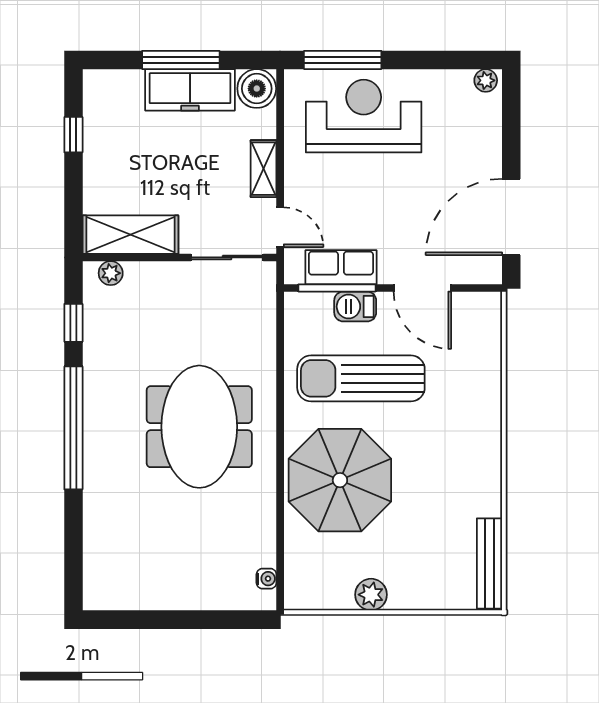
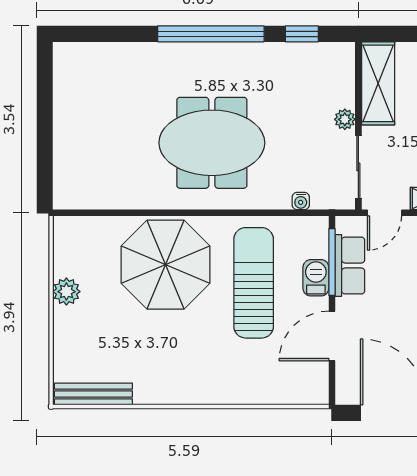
plant: (111, 273) -> (345, 119), moved
water cooler: (266, 579) -> (301, 201), moved

